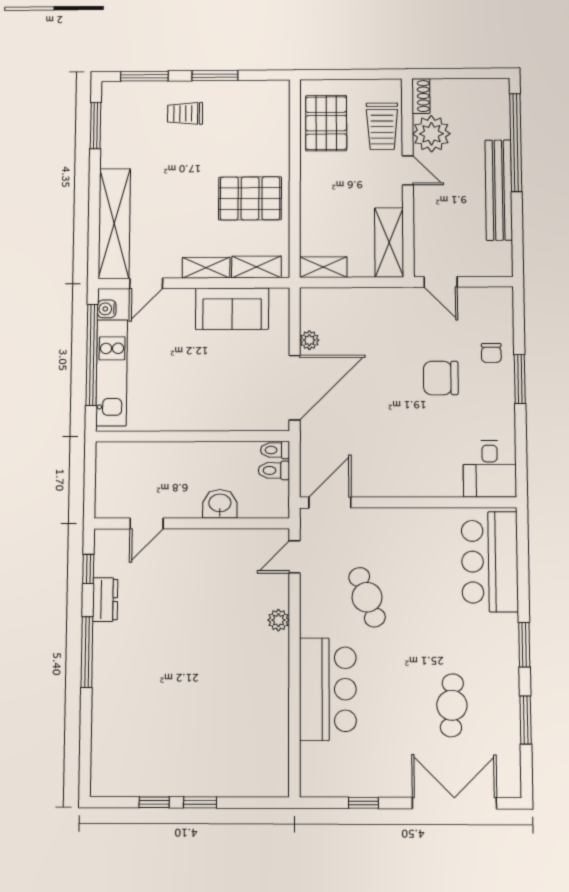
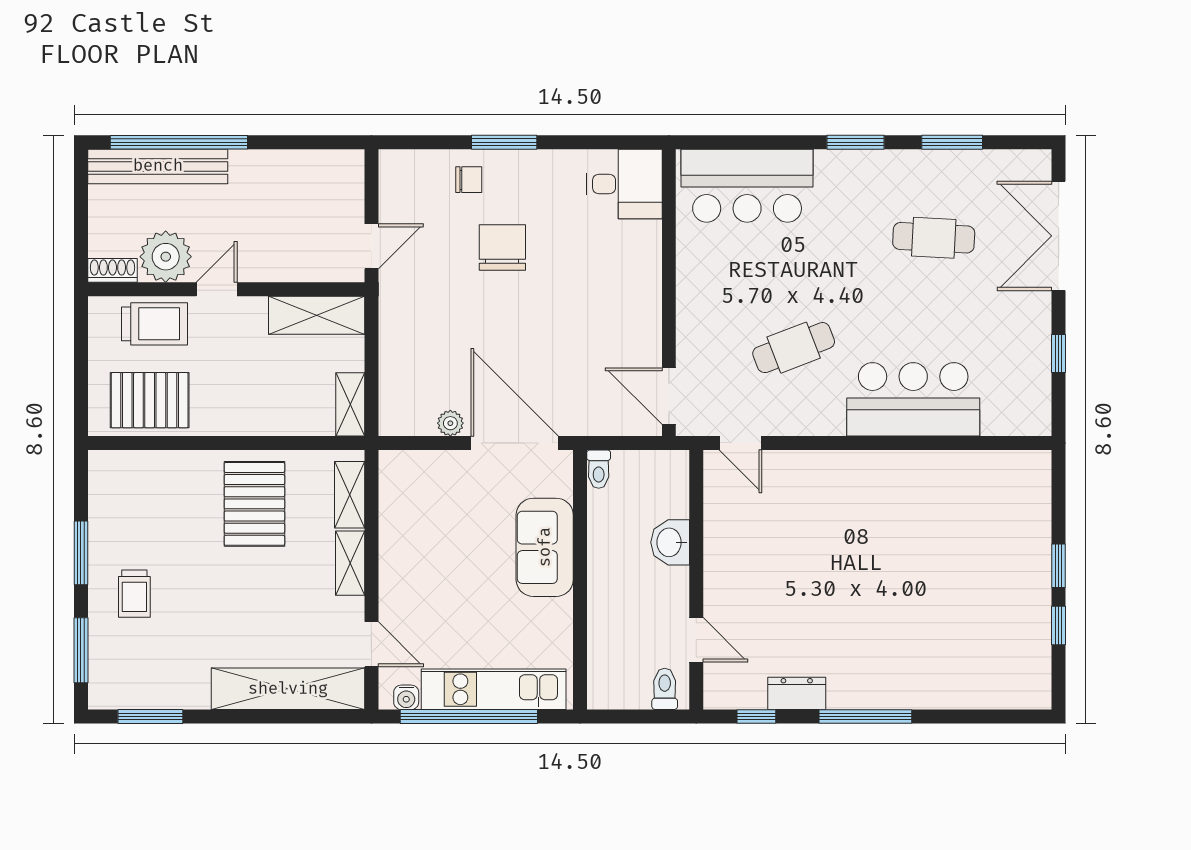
bench: (499, 190) -> (158, 166), moved
sofa: (232, 309) -> (545, 547), moved, turned 180
chair: (441, 378) -> (502, 248), turned 180
toilet: (274, 470) -> (665, 689), moved, turned 180
plant: (278, 620) -> (824, 464), removed

